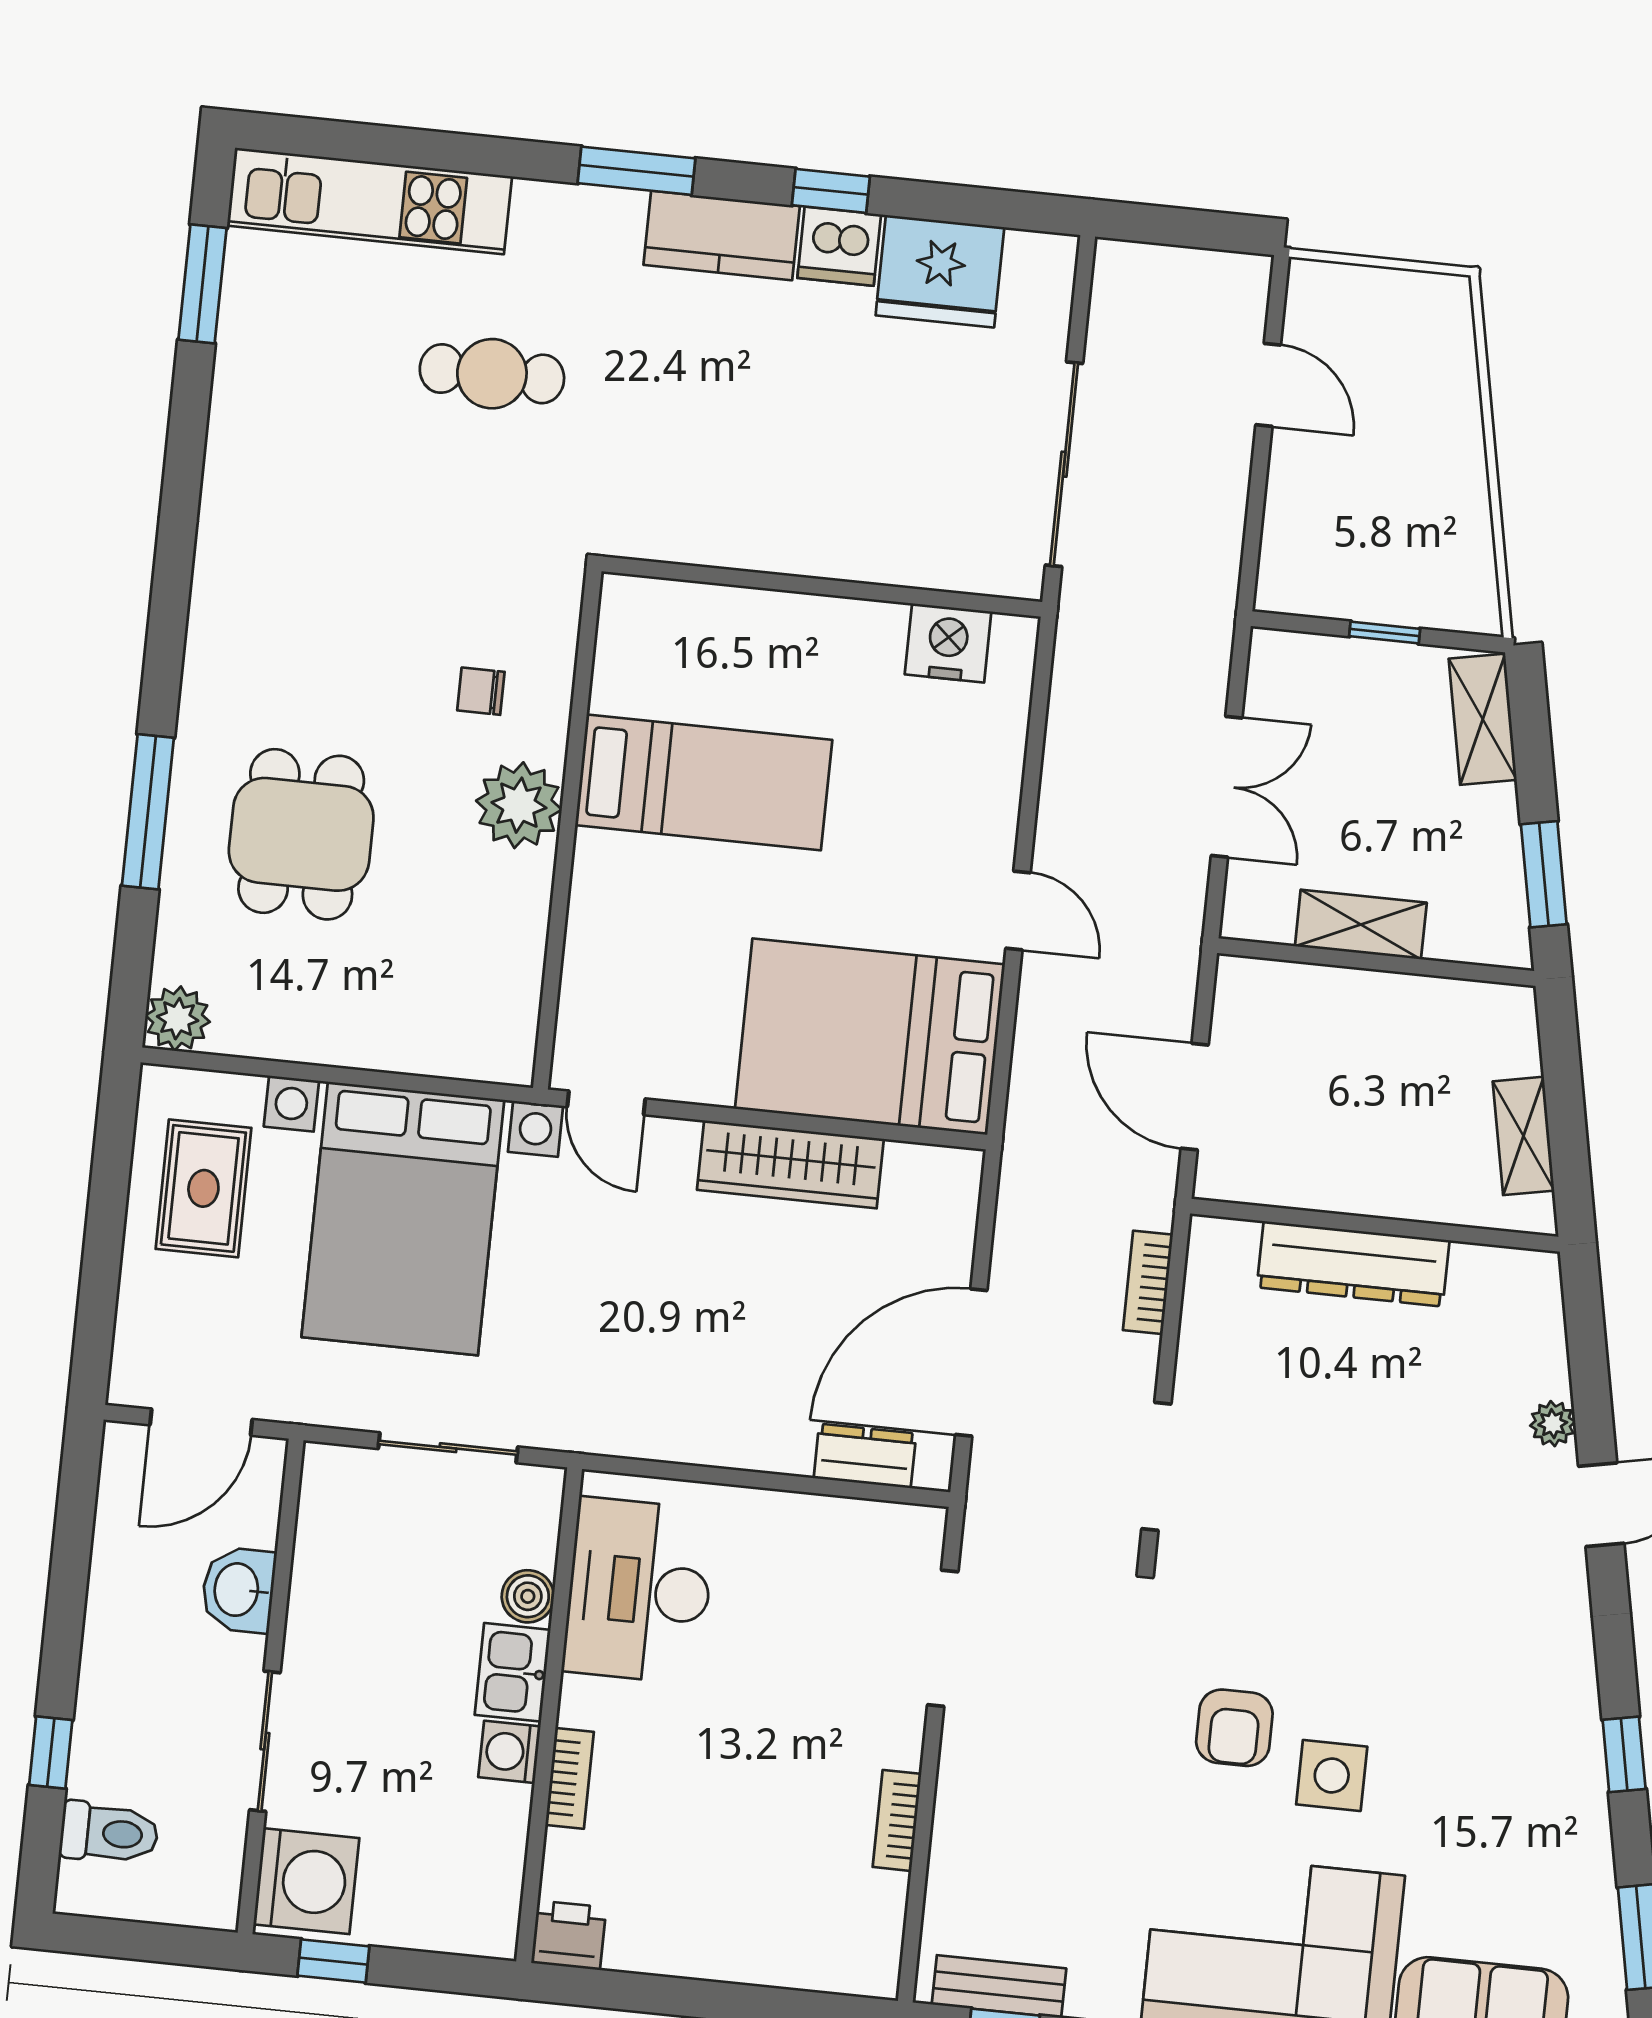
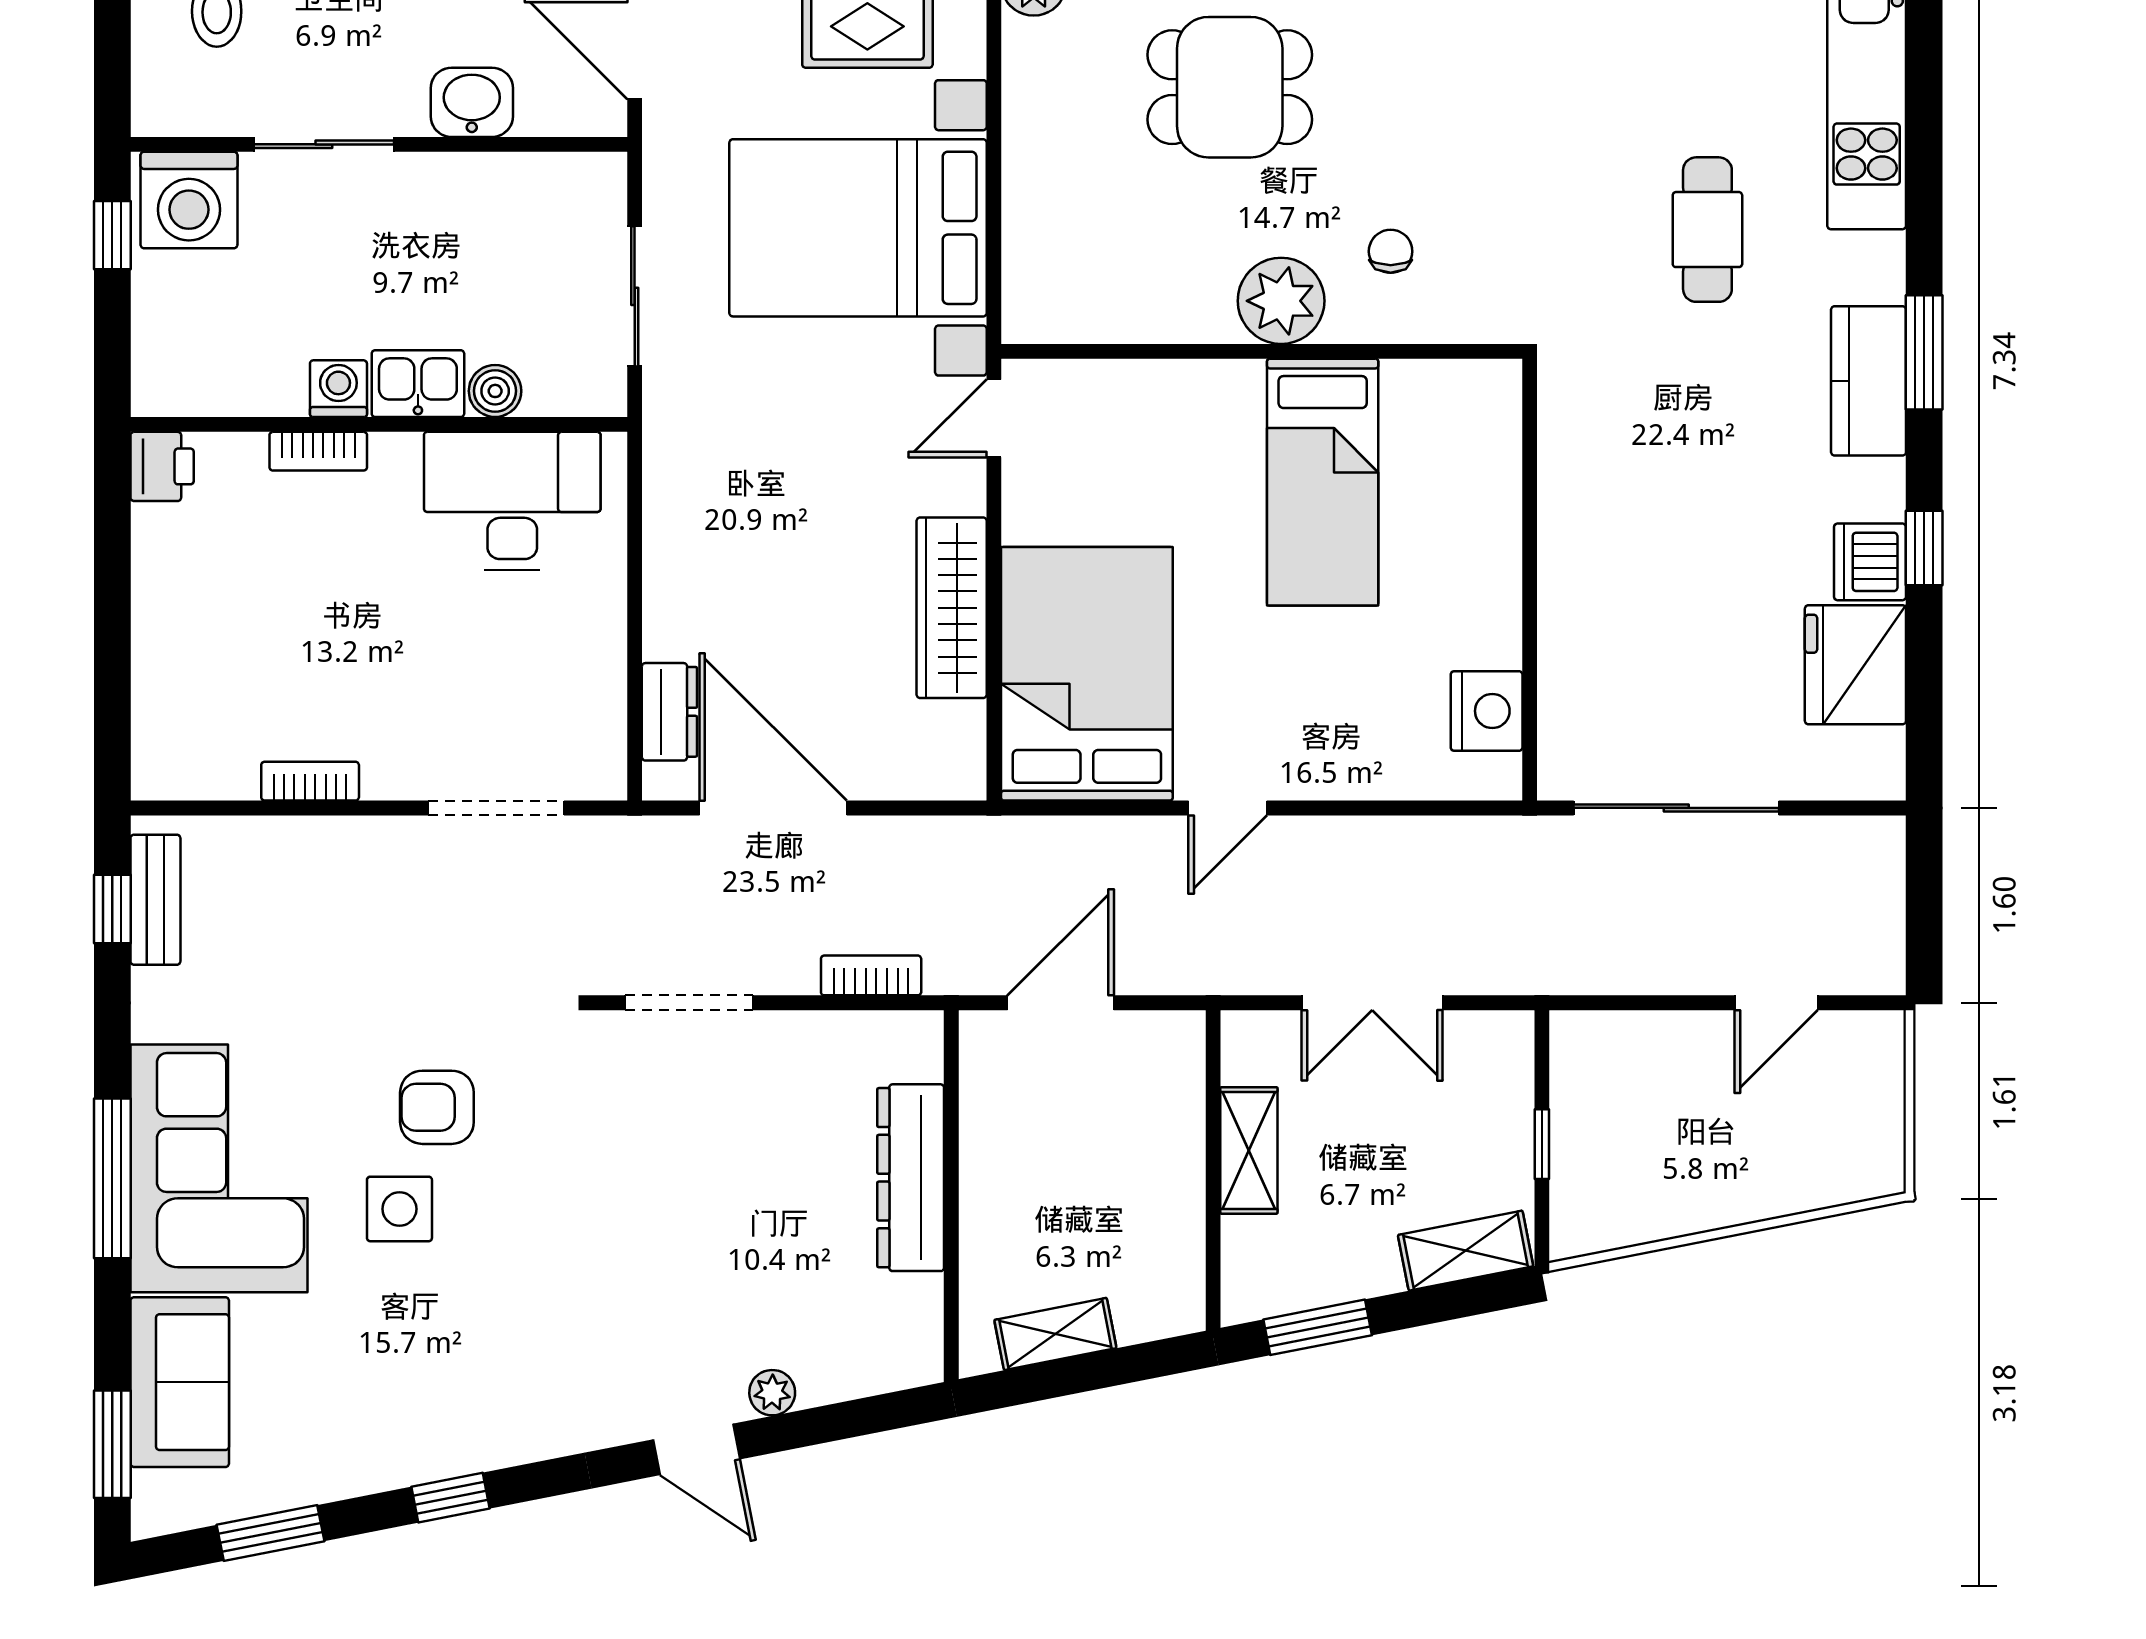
kitchen counter: (722, 235) -> (1869, 381), moved

